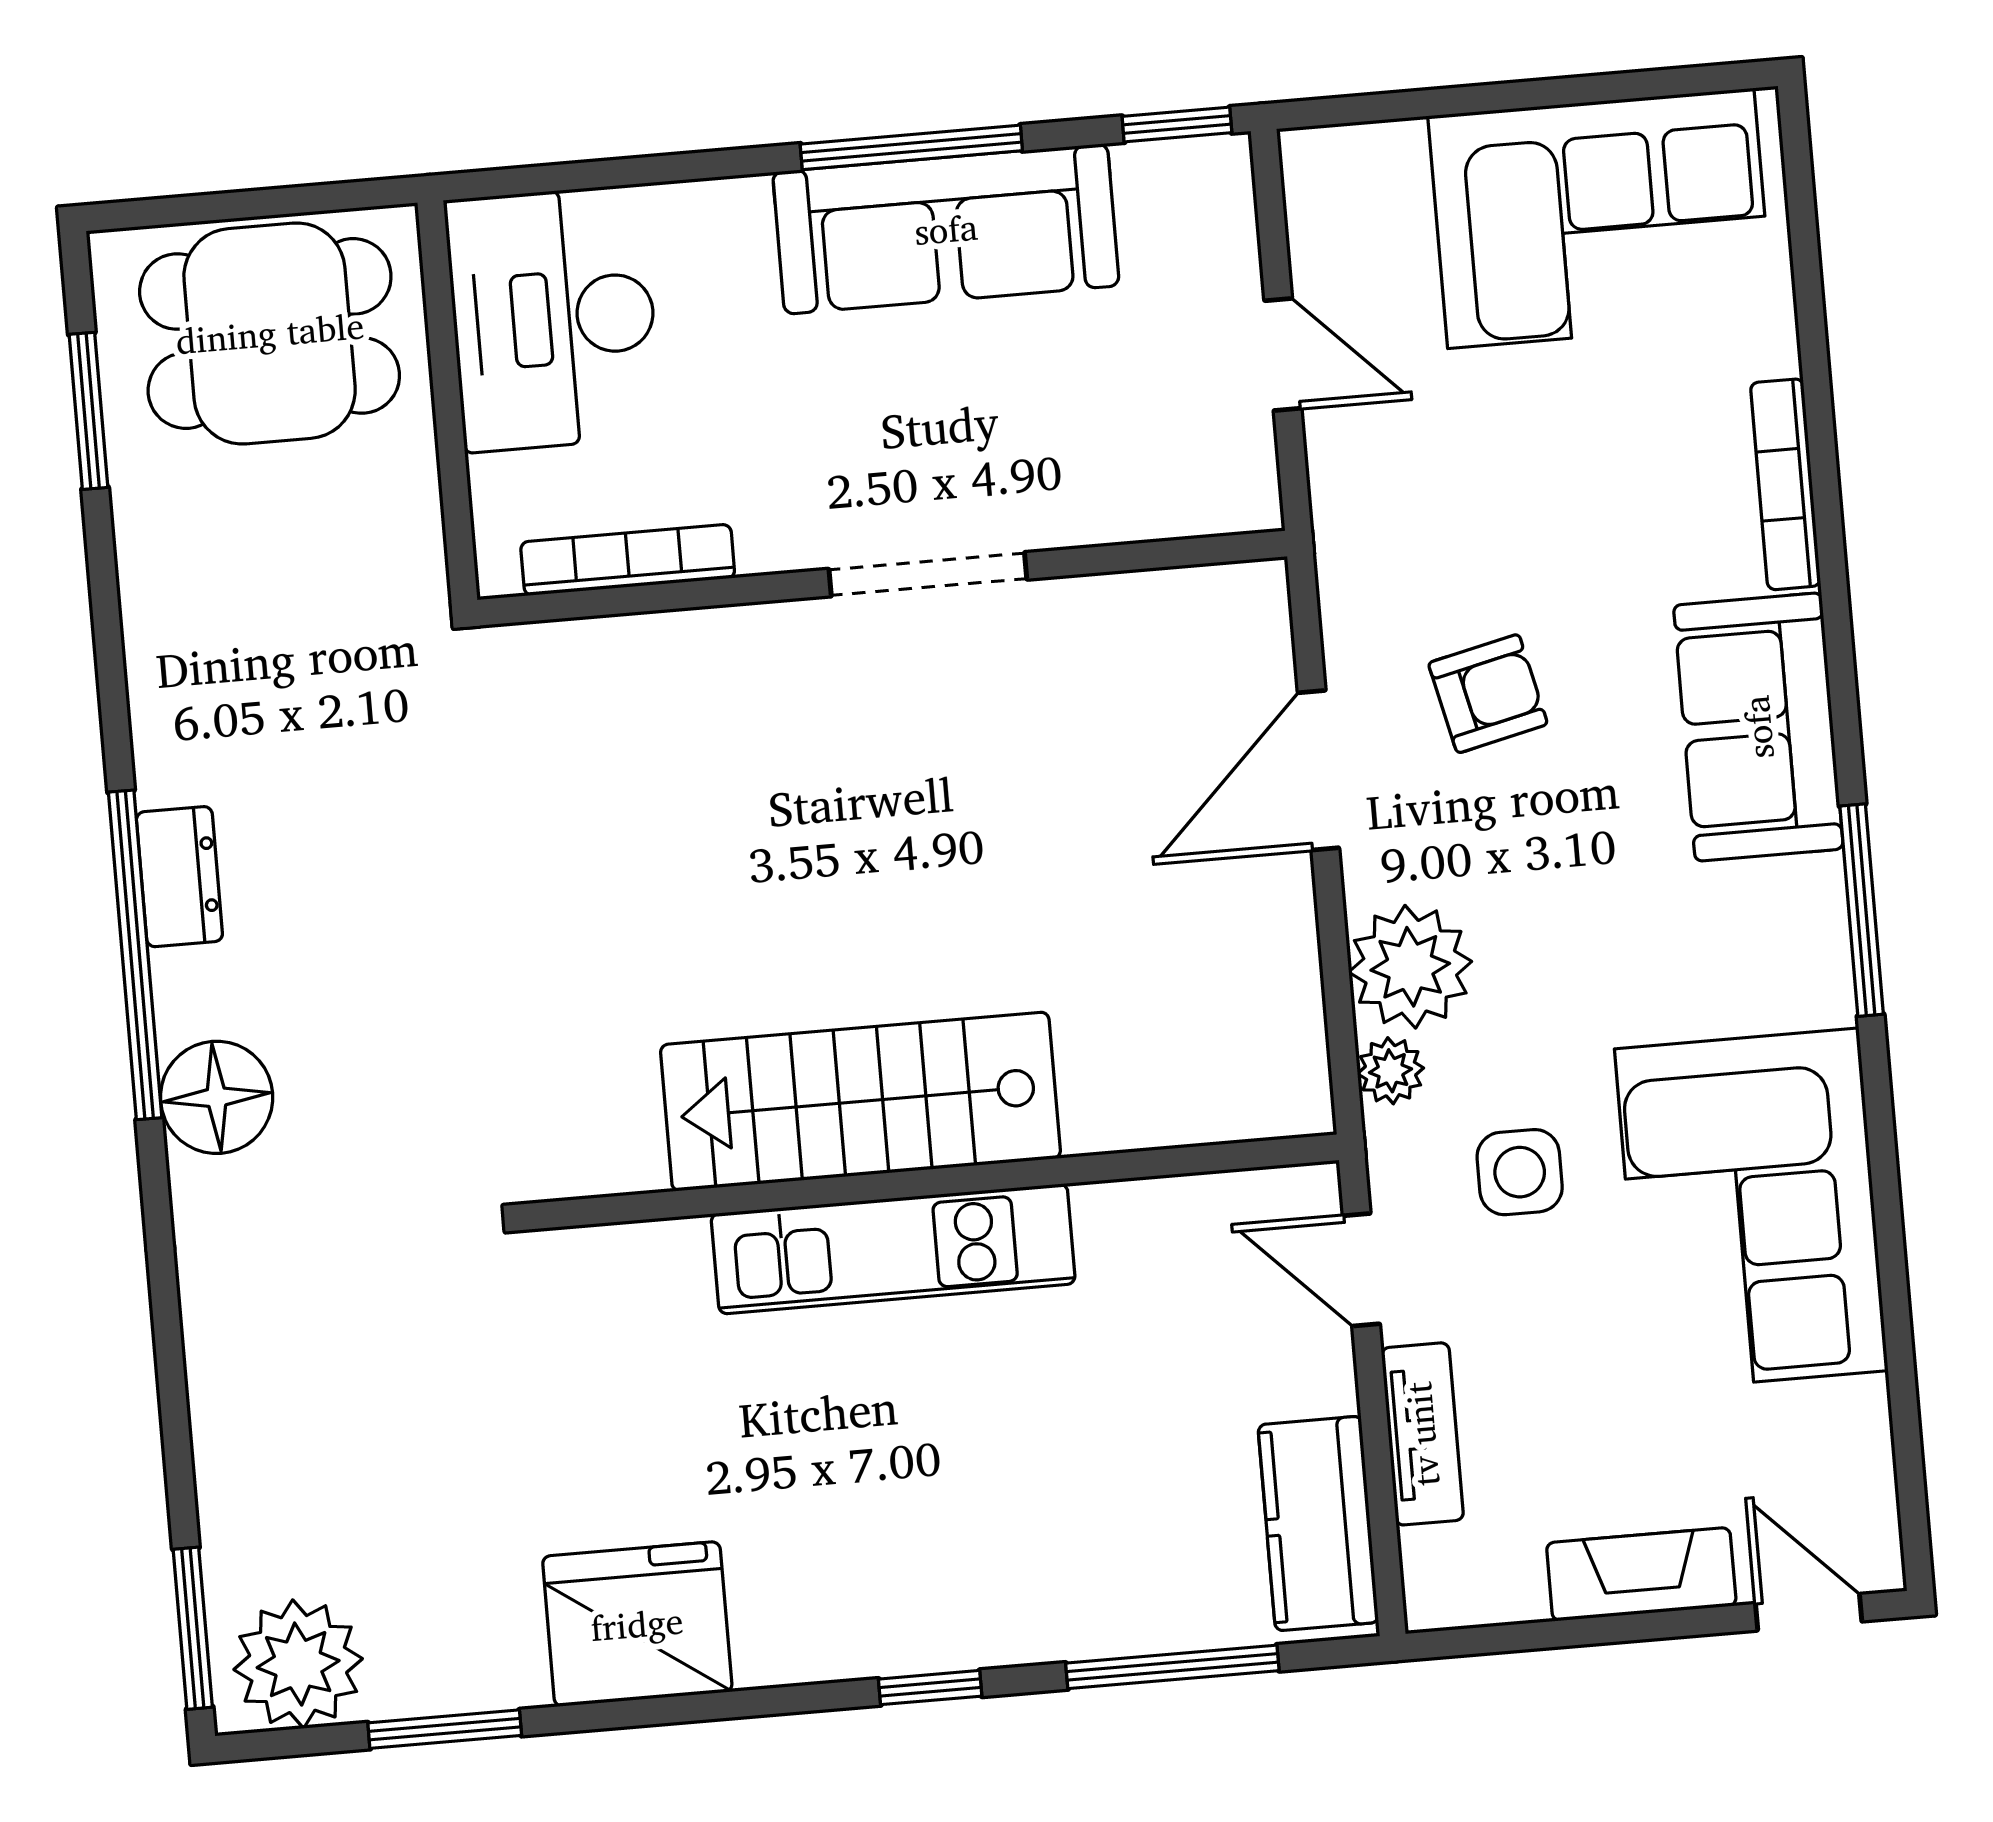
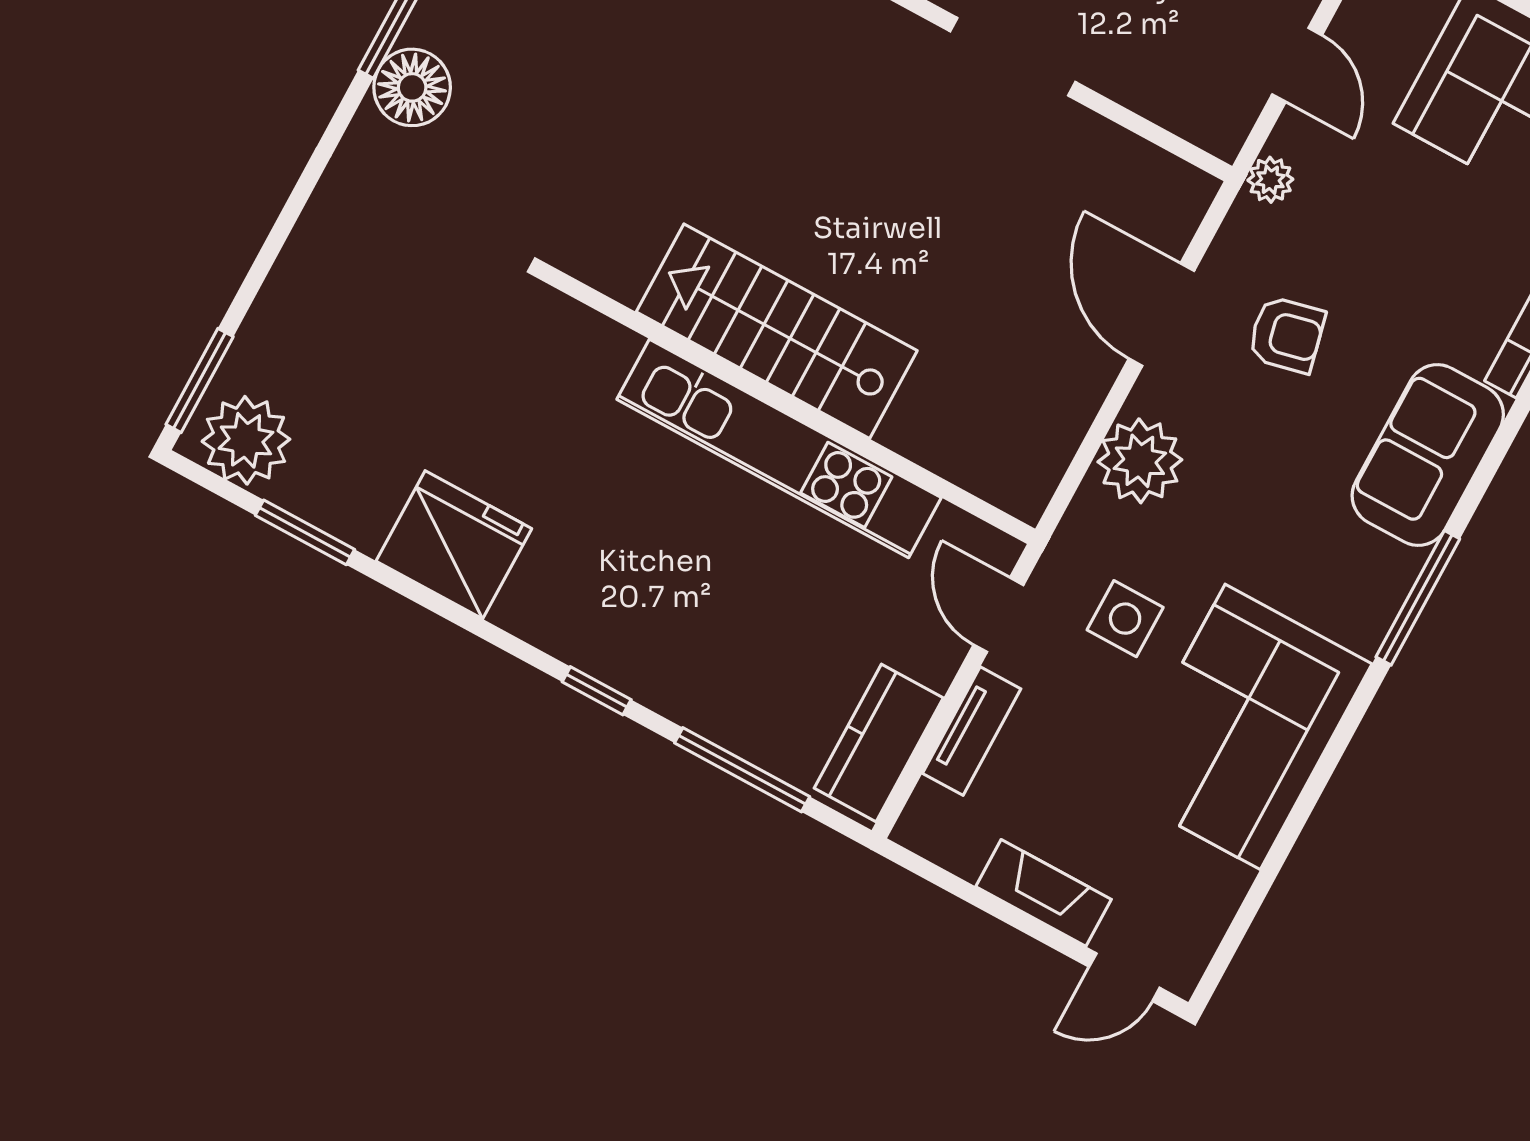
door: (1318, 770) -> (1161, 315), hinge flipped
plant: (1391, 1071) -> (1270, 180), moved
kitchen unit: (893, 1249) -> (779, 448), width x1.36
door: (1809, 1612) -> (1124, 977), swing flipped

